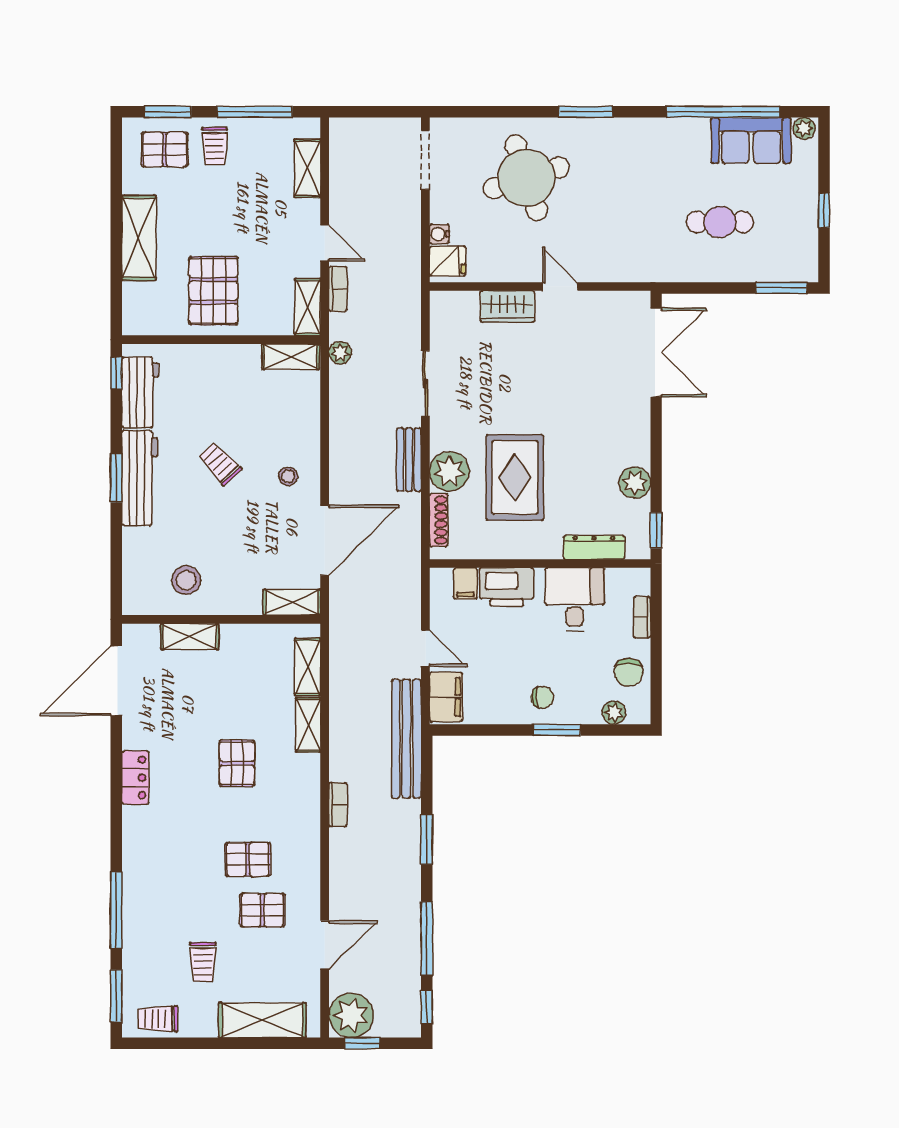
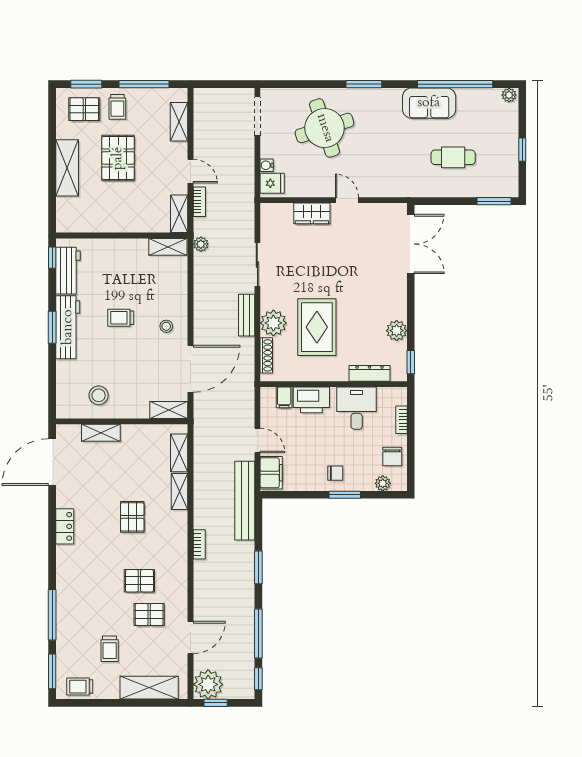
sofa: (751, 140) -> (429, 103), moved
pallet: (213, 291) -> (118, 158), moved
trolley: (220, 463) -> (121, 318), turned -47

